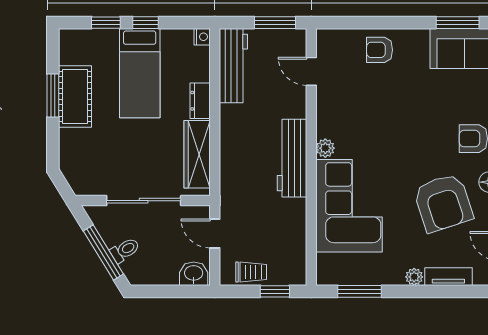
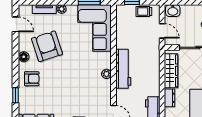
corner sofa: (349, 206) -> (94, 28), moved

